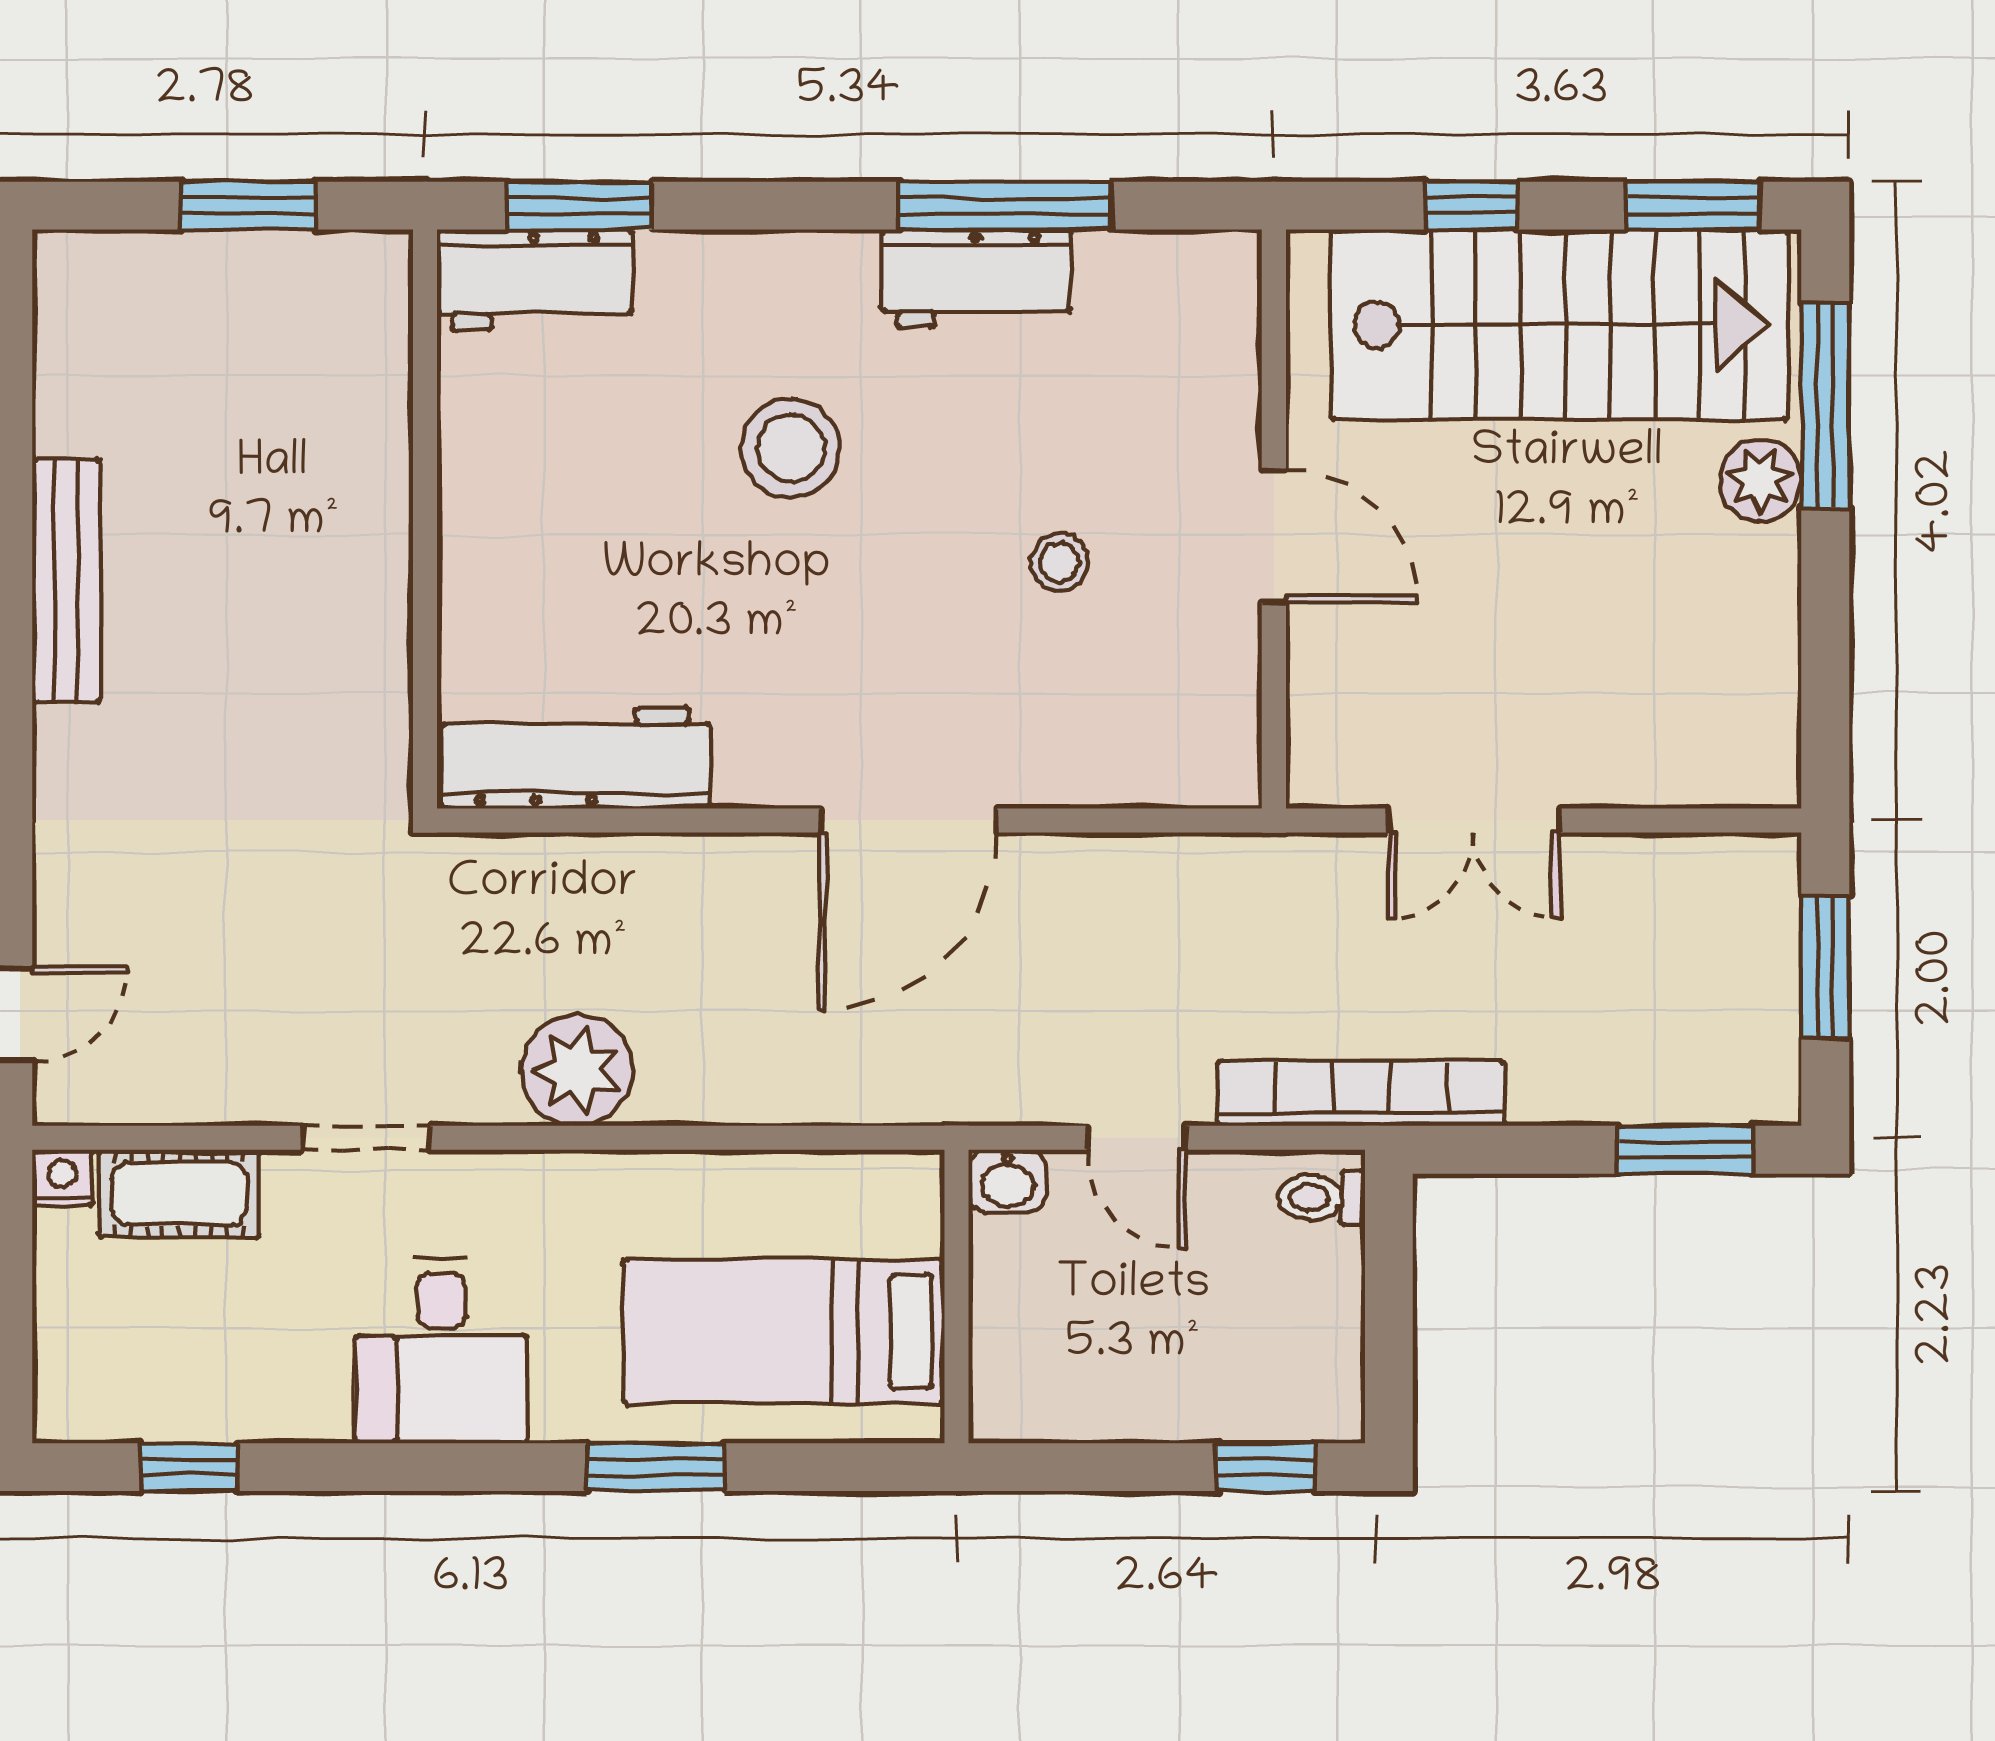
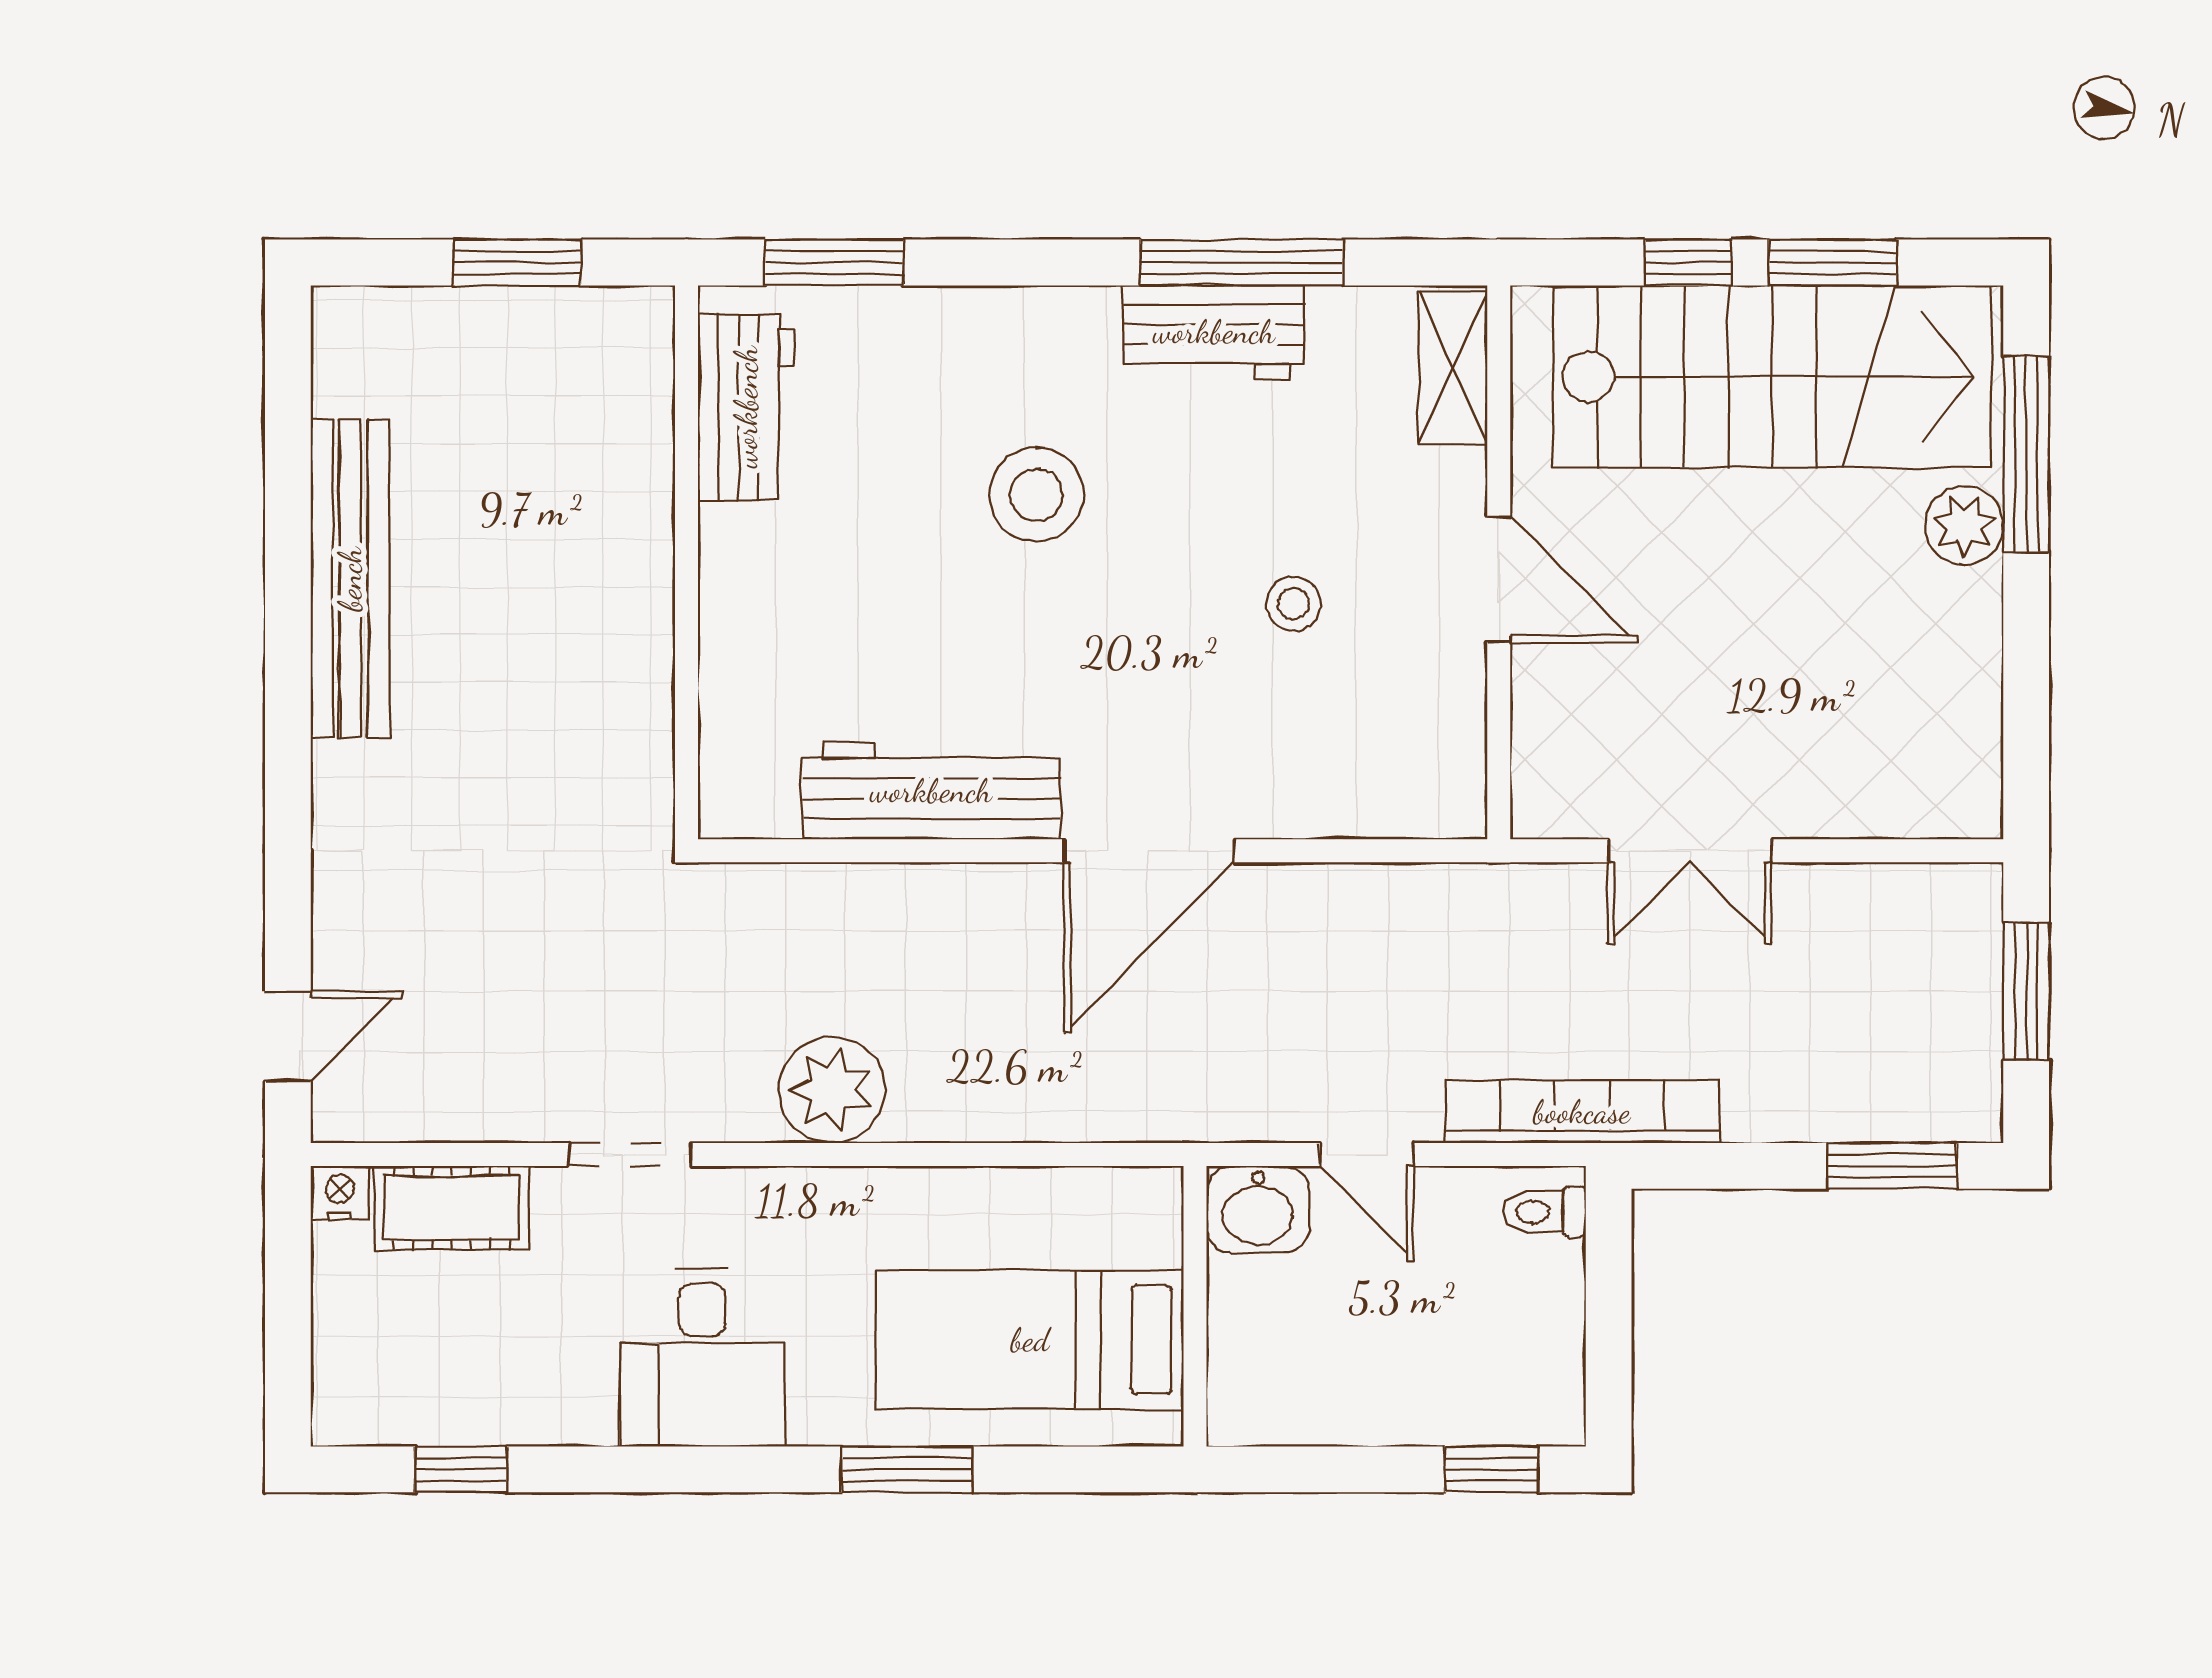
window: (1693, 206) -> (1833, 263), moved
workbench: (534, 280) -> (746, 407), moved, turned -90
shelving: (1226, 316) -> (1453, 368), added
bench: (66, 580) -> (350, 579), width x1.37, depth x1.21
workbench: (576, 758) -> (931, 791), moved
washbasin: (1007, 1181) -> (1258, 1209), width x1.38, depth x1.45

